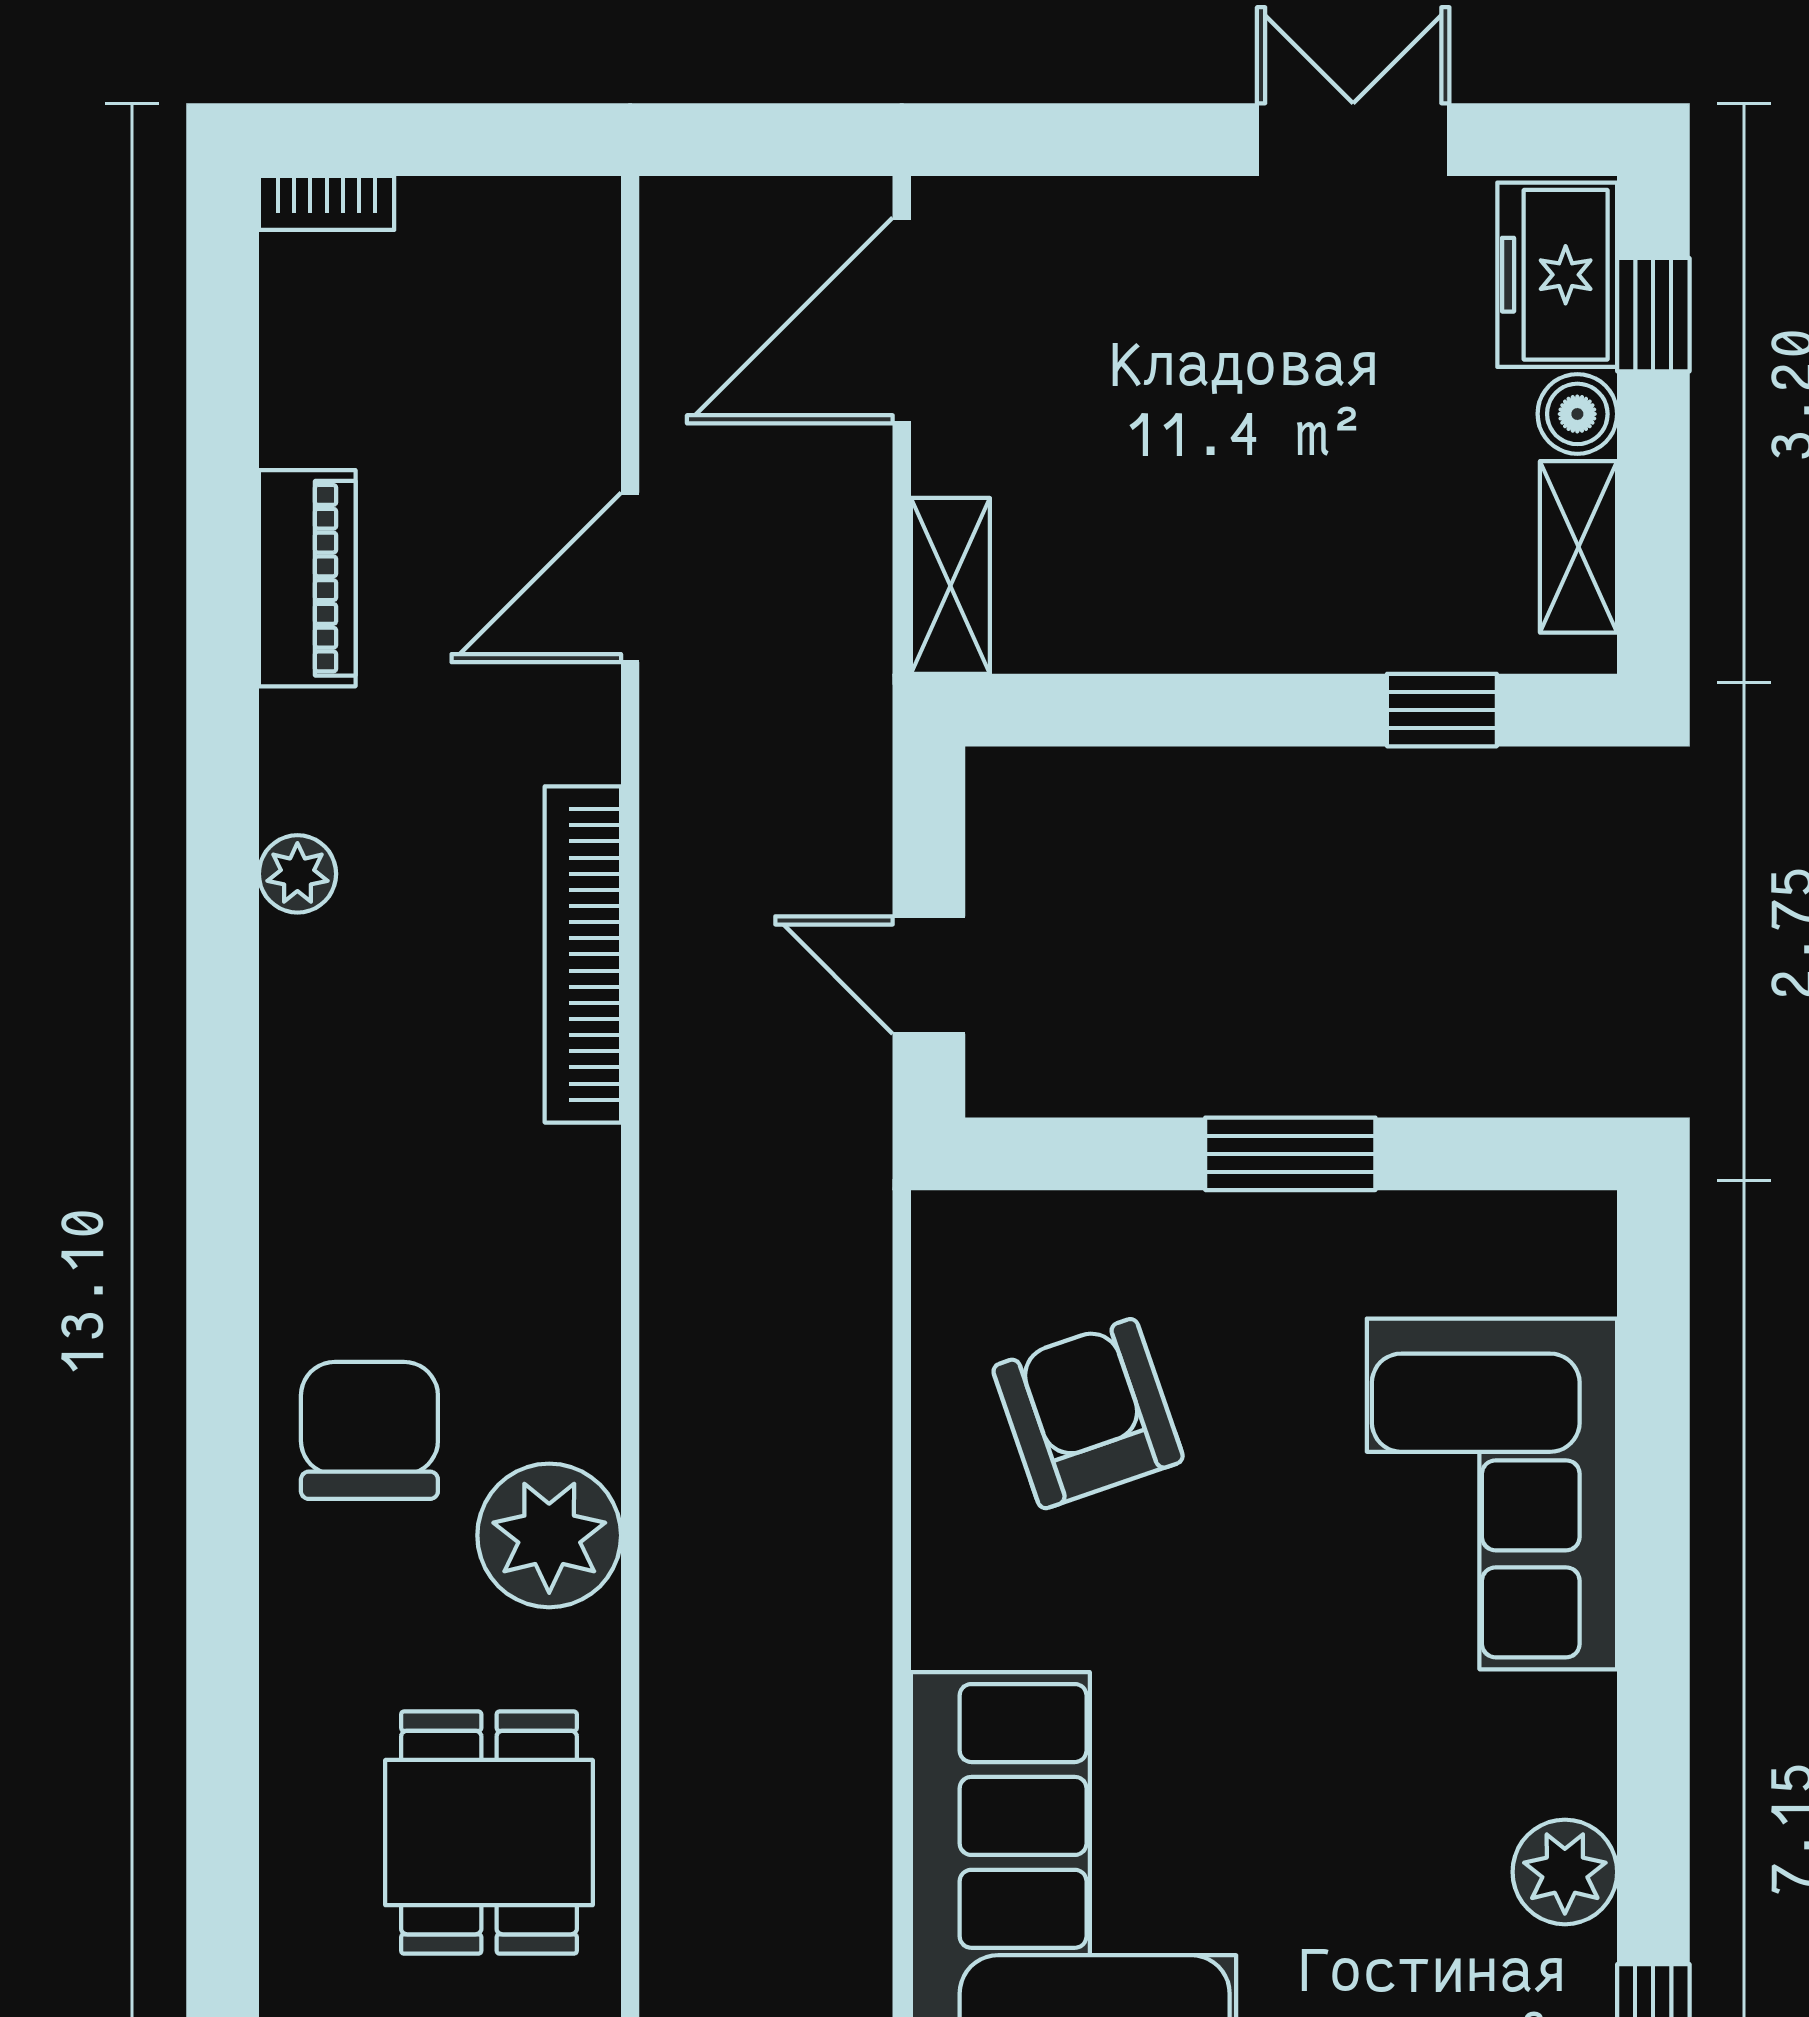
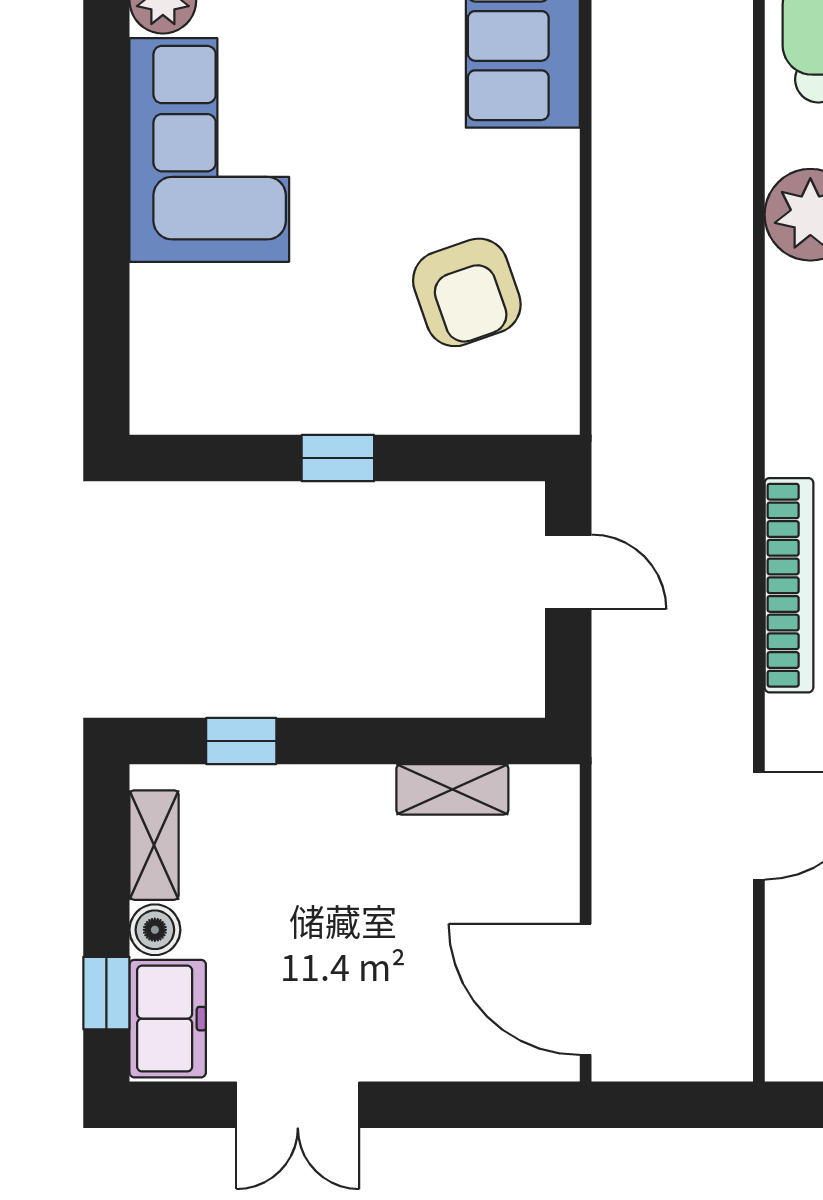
door: (902, 320) -> (586, 989), swing flipped
shelving: (950, 586) -> (452, 789), moved, turned 90
window: (1290, 1154) -> (338, 458), width x0.67
corner sofa: (1492, 1494) -> (209, 150), moved

